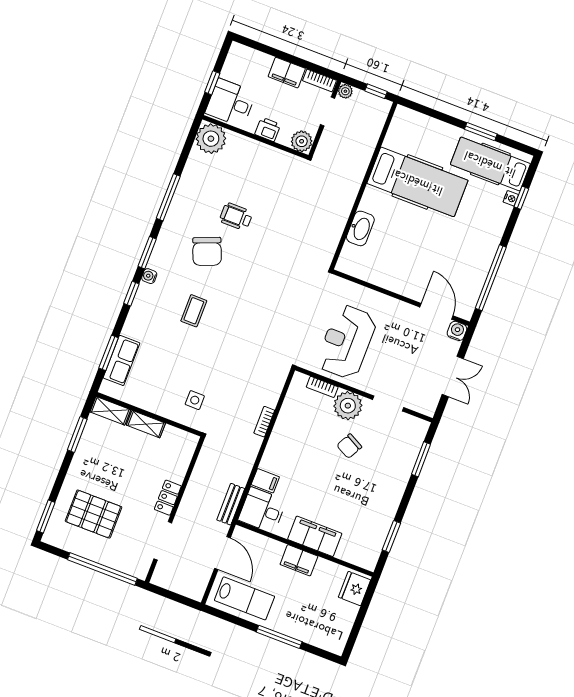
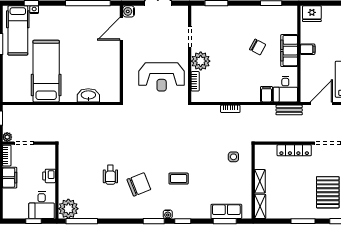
plant: (302, 141) -> (48, 152), removed
window: (168, 197) -> (82, 221), moved
window: (77, 435) -> (303, 221), moved
chair: (349, 446) -> (258, 47), moved
locker: (168, 498) -> (294, 150), width x1.53
filing cabinet: (299, 560) -> (308, 49), width x0.50

